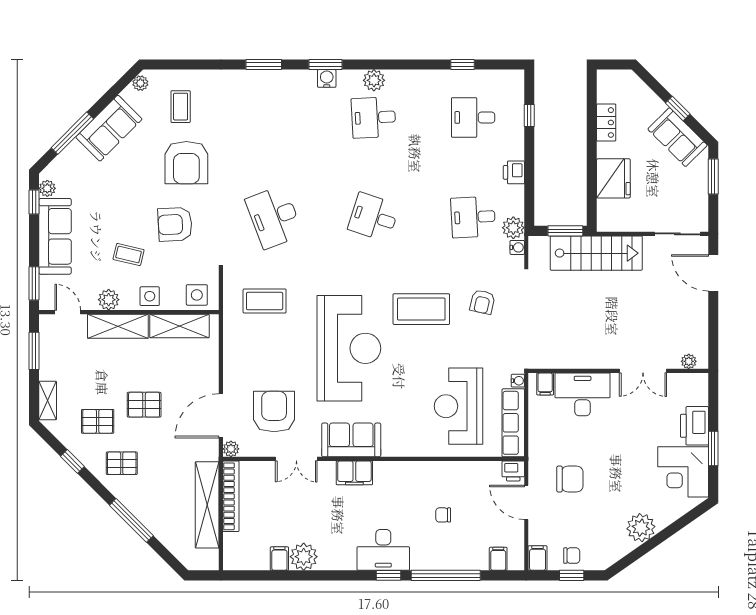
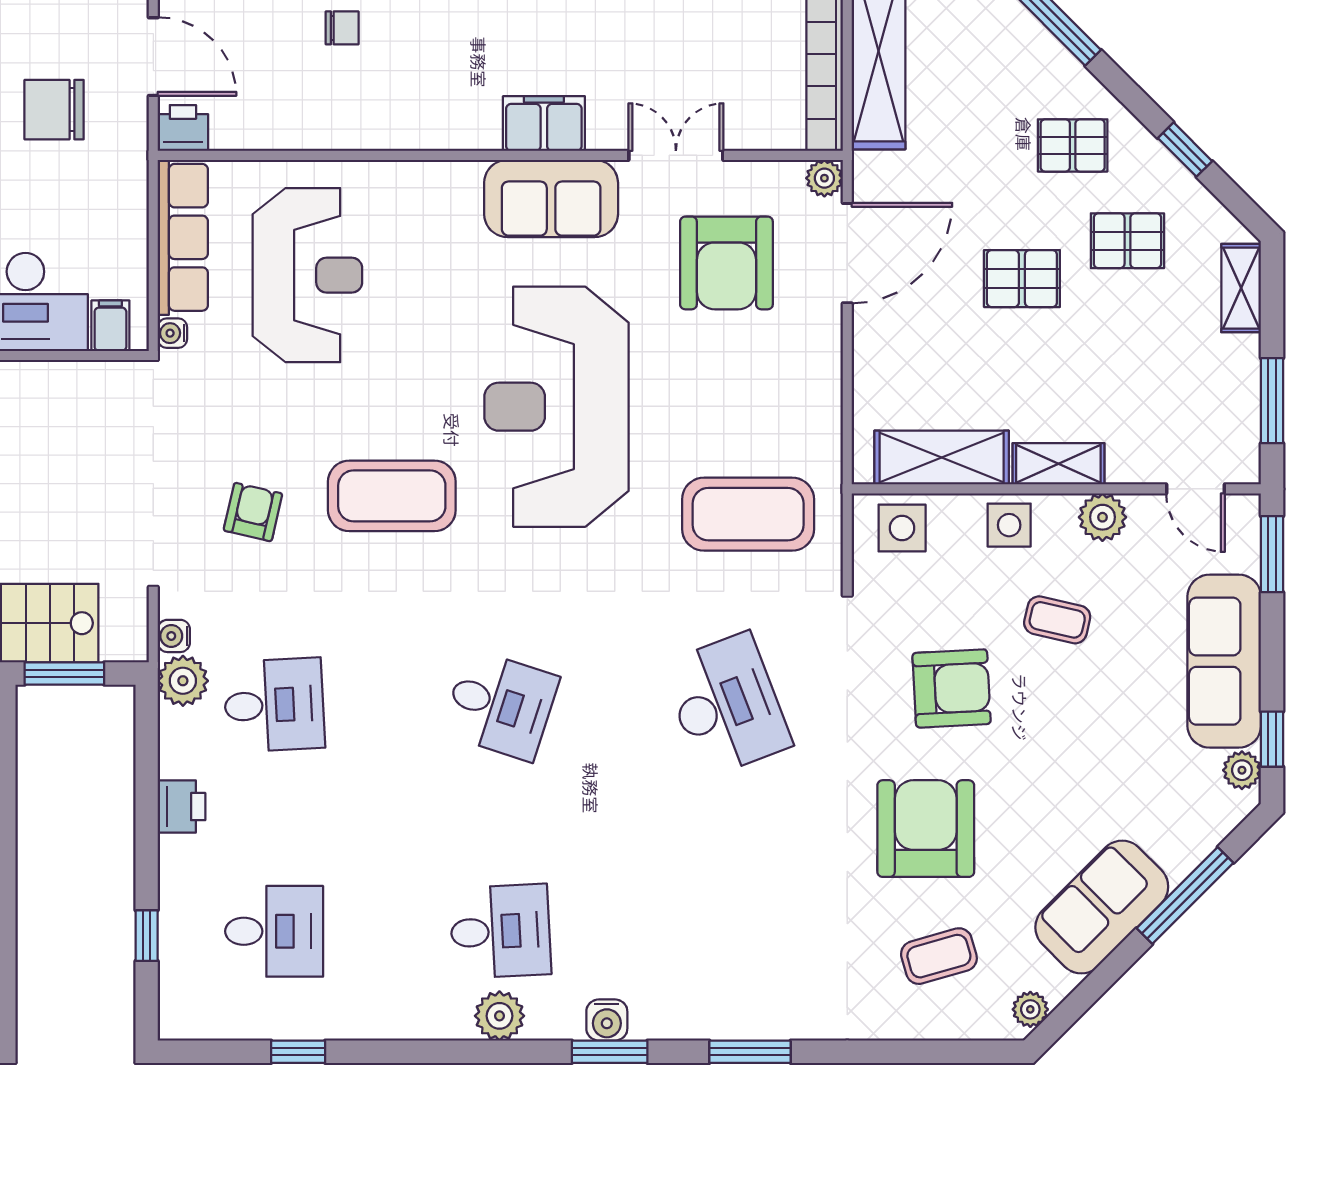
coffee table: (181, 107) -> (939, 956), turned 74
coffee table: (265, 301) -> (748, 514), width x1.36, depth x1.32
shelving: (118, 326) -> (1058, 464), width x0.67, depth x0.75

